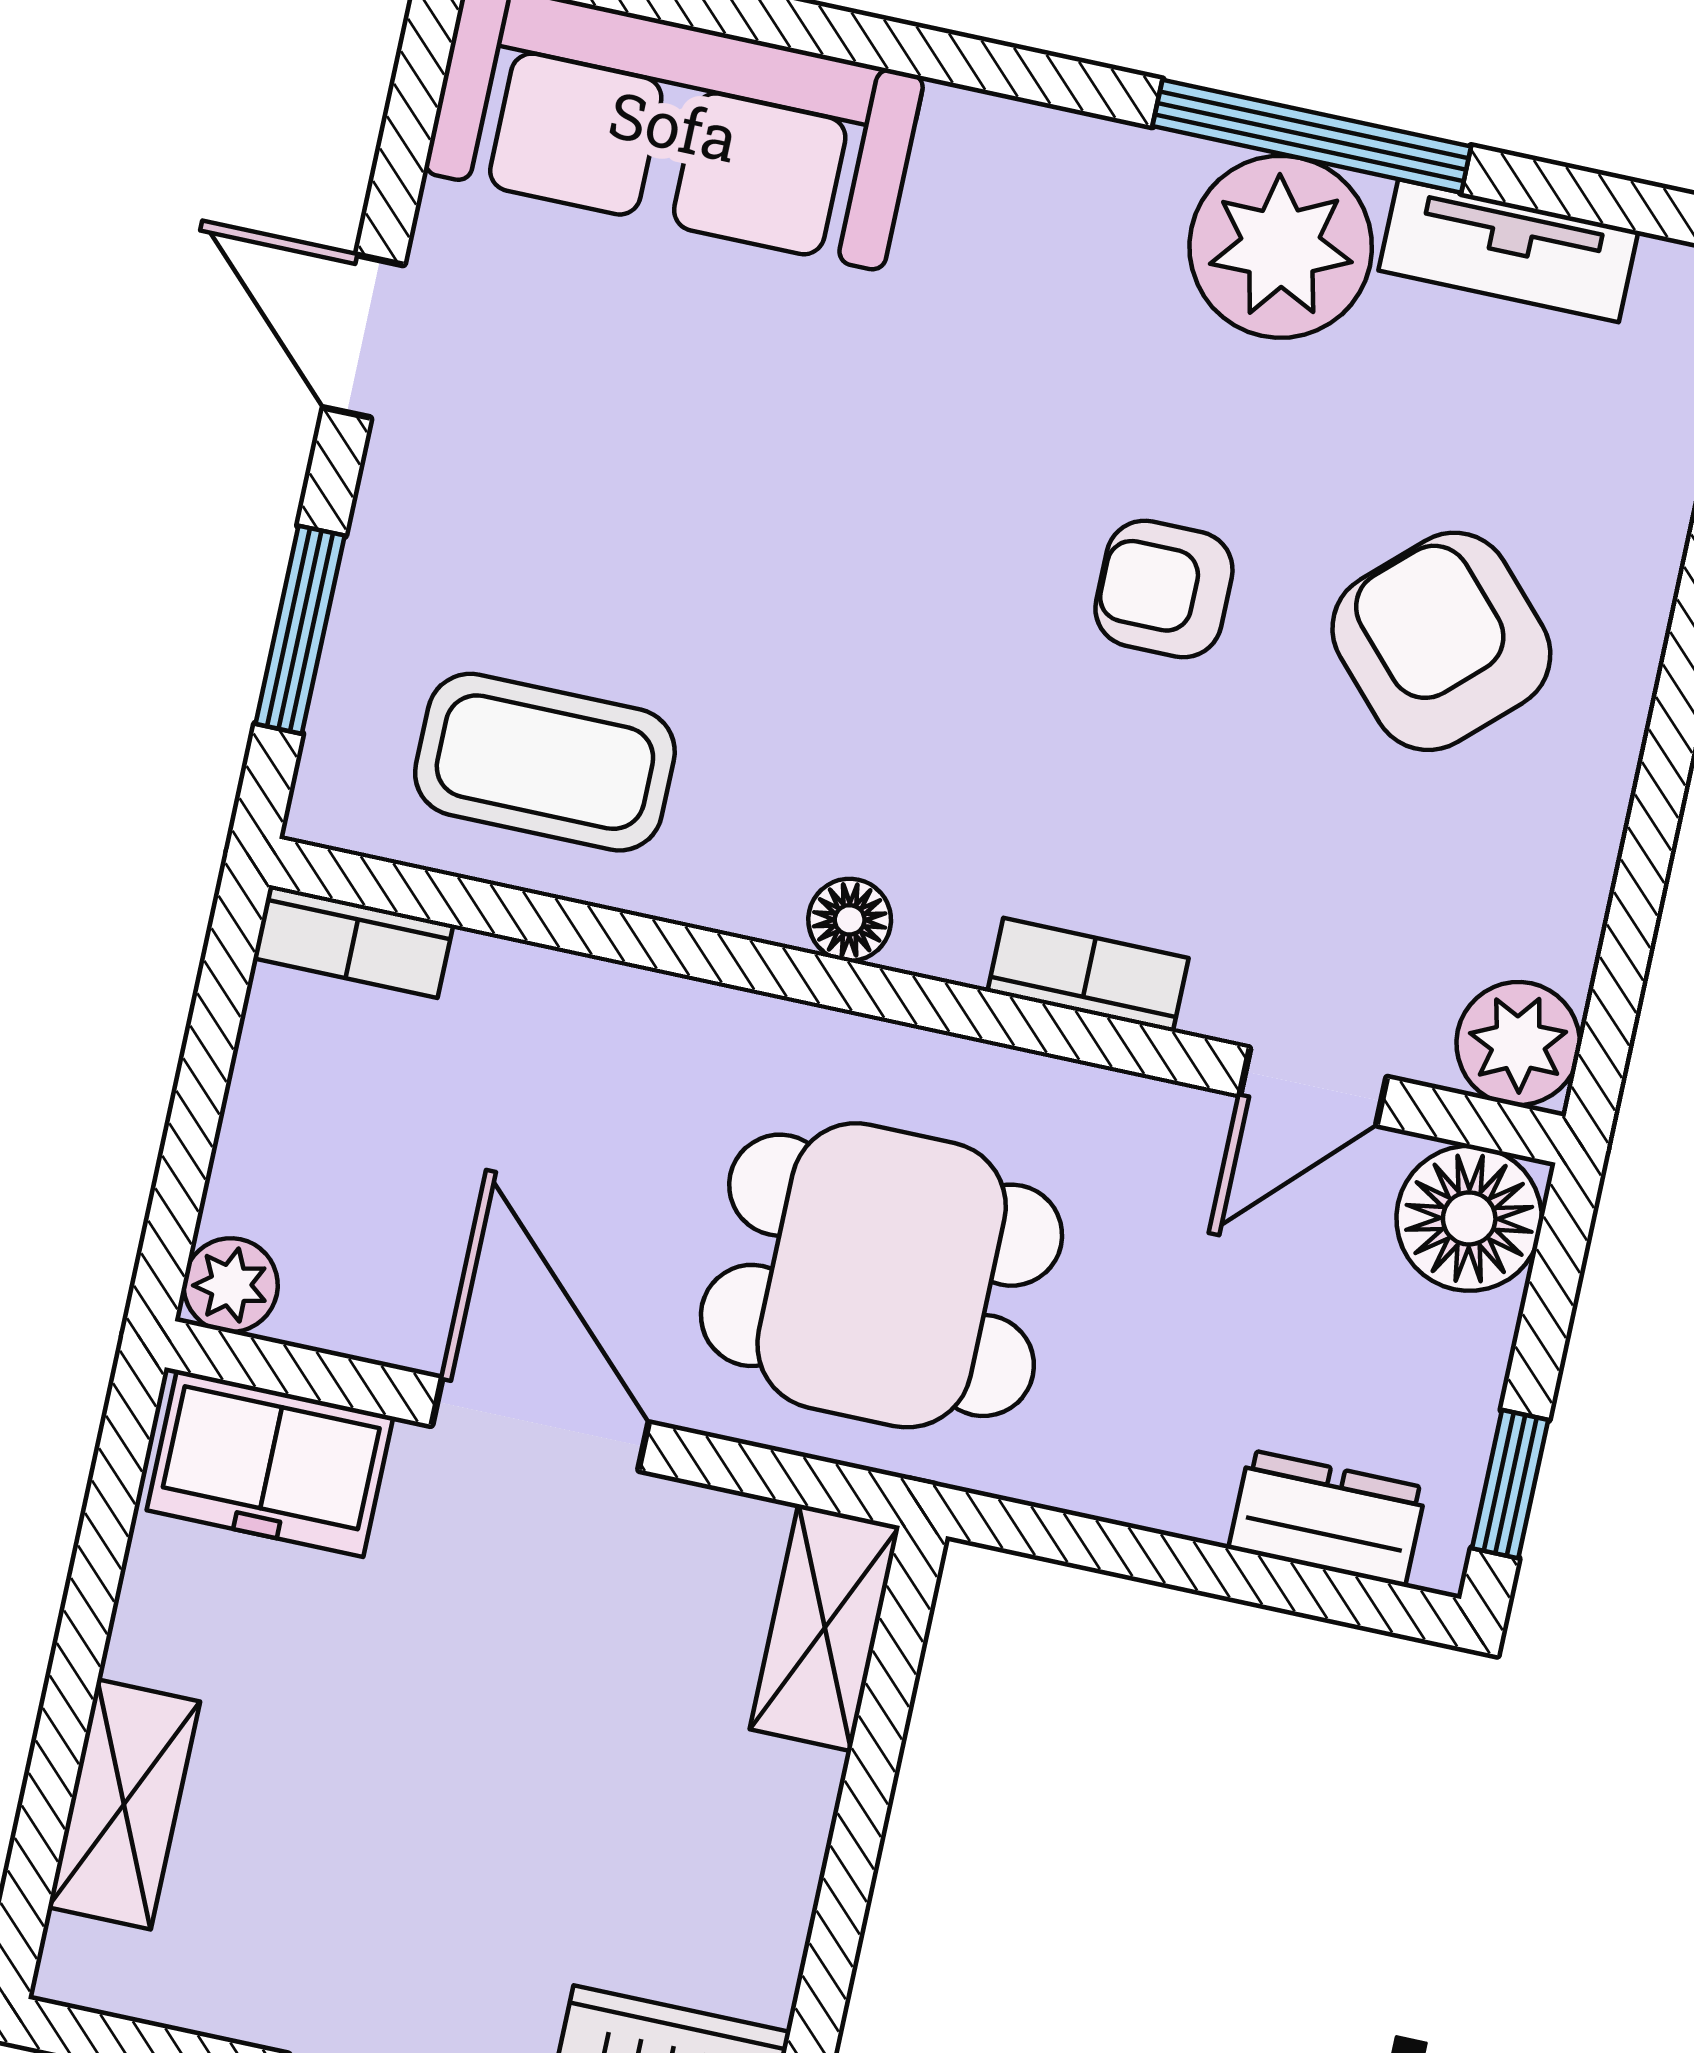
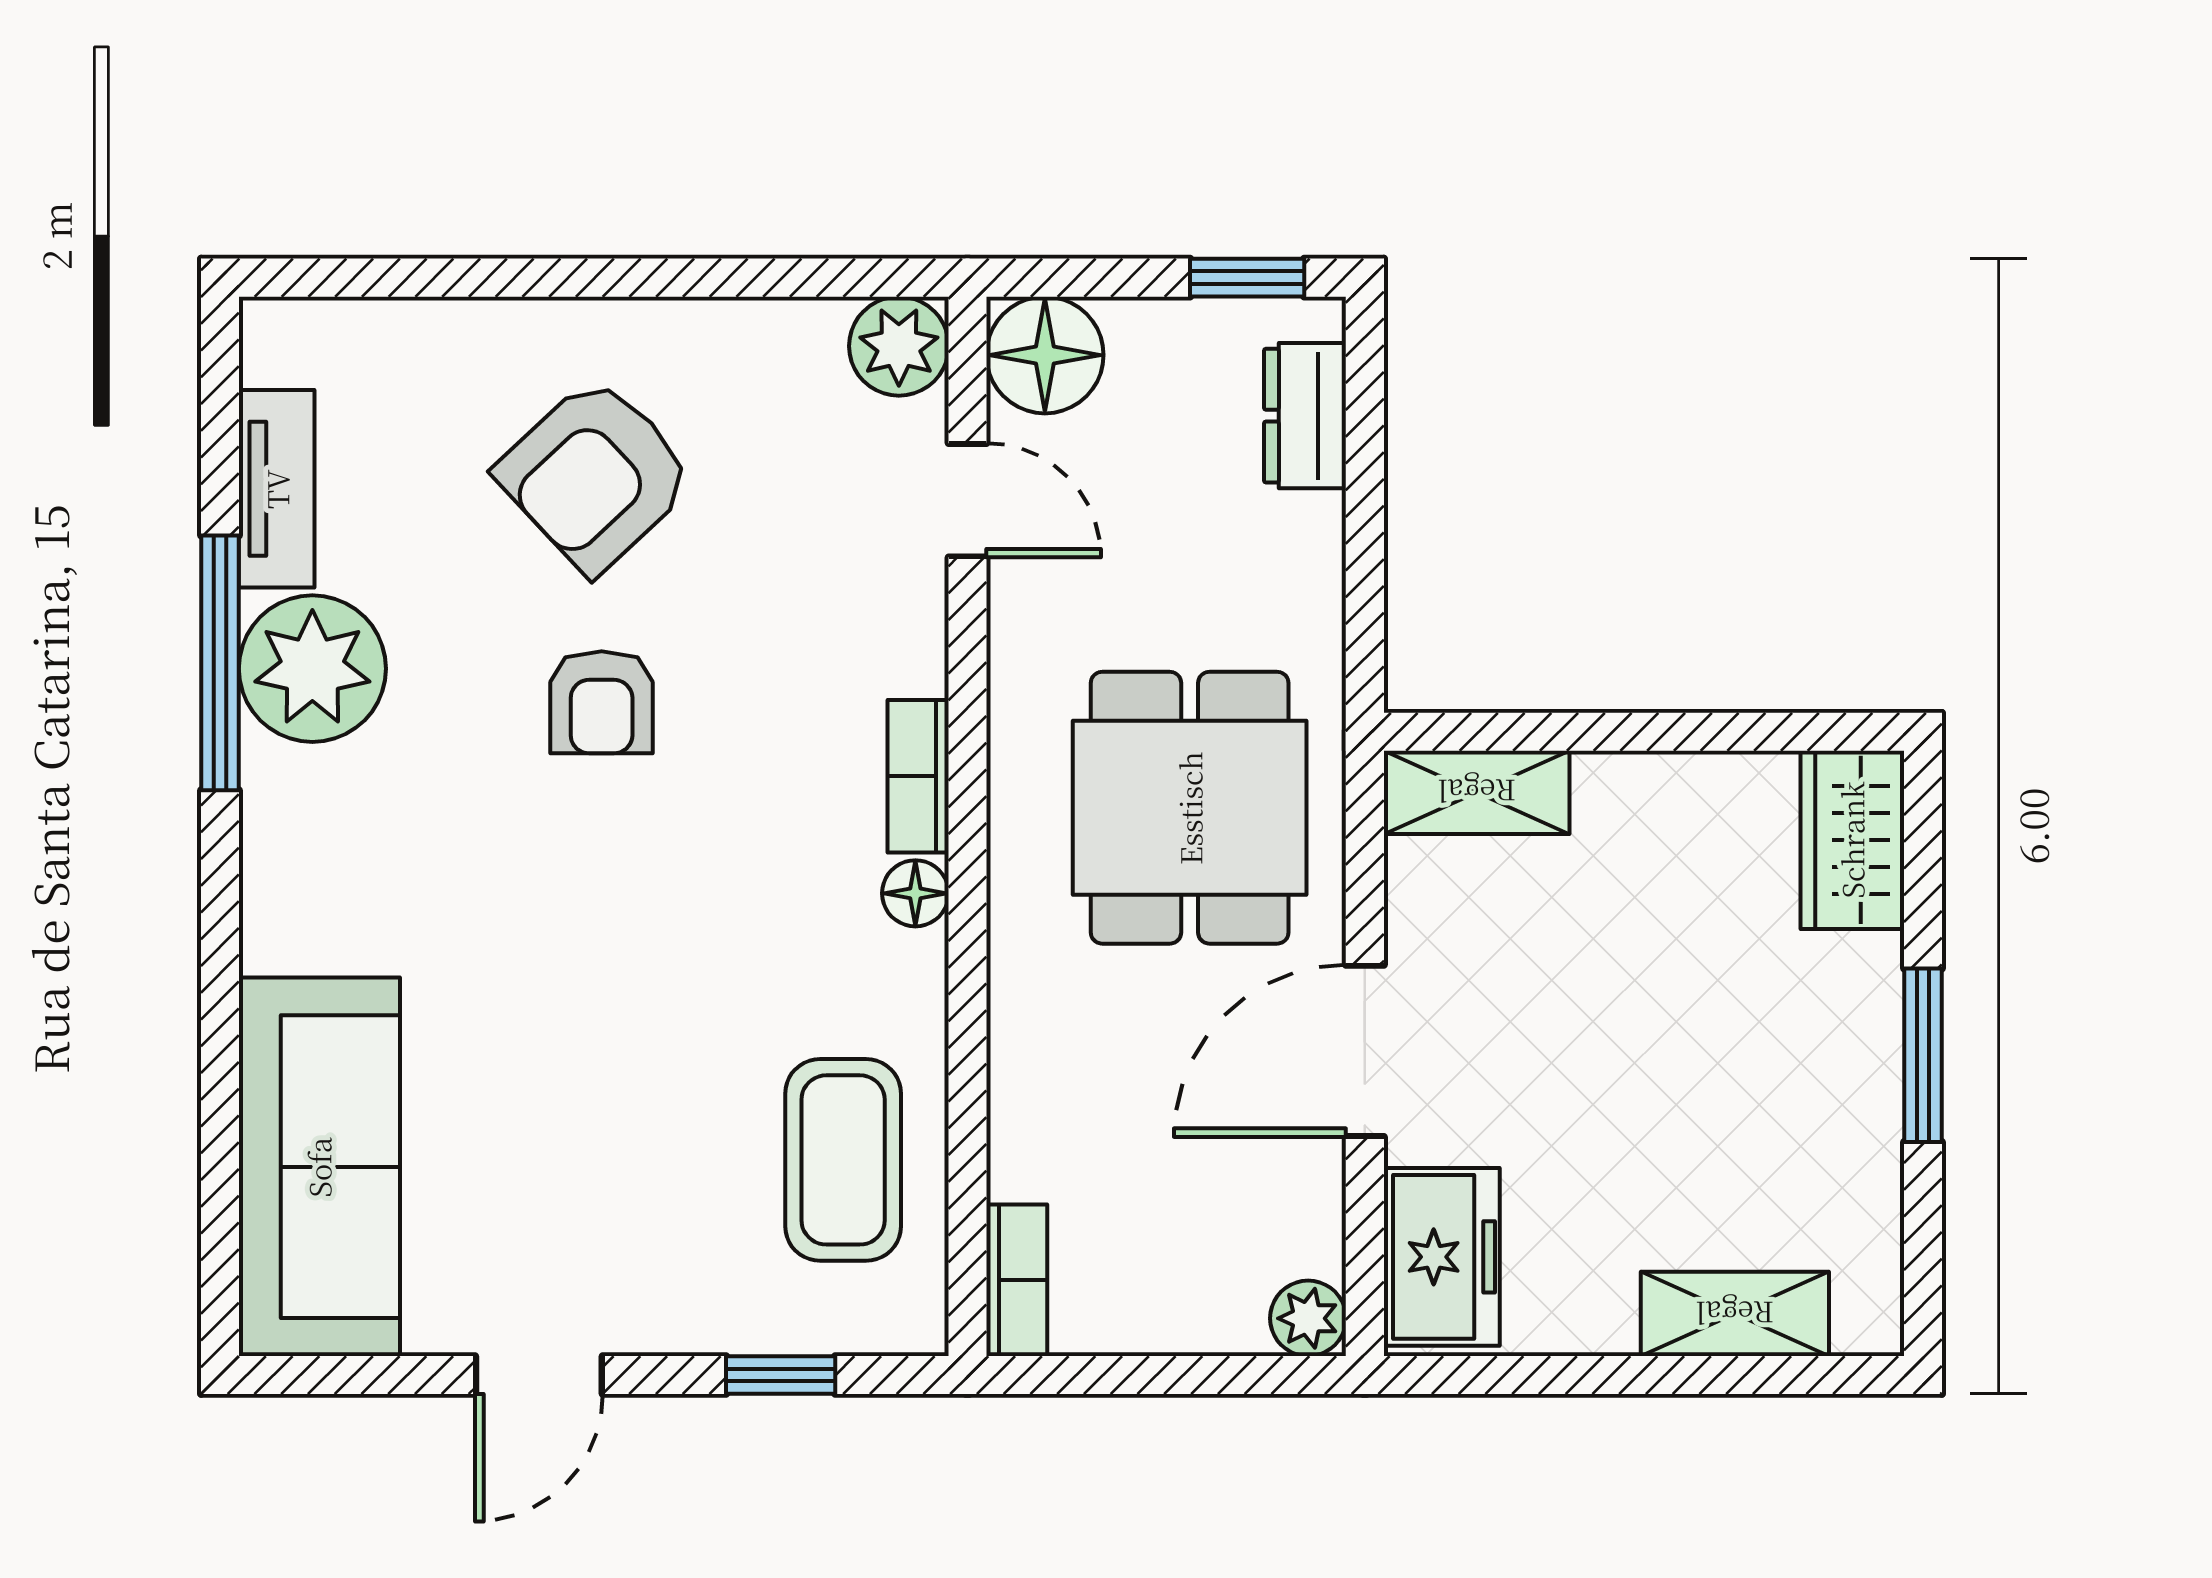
window: (300, 630) -> (781, 1375), width x0.67
bookcase: (1088, 975) -> (918, 776), moved

